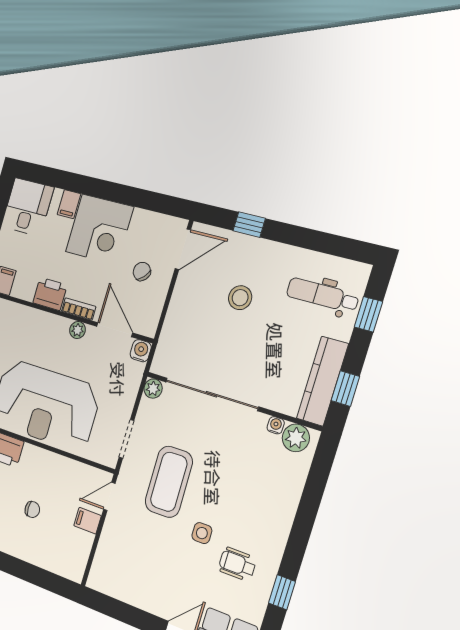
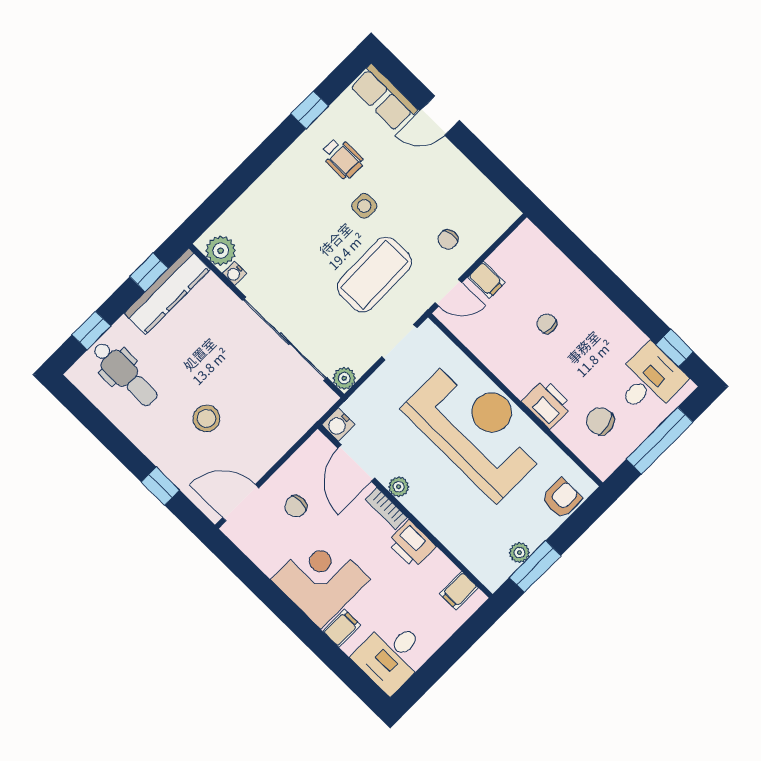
chair: (142, 271) -> (296, 506), turned 45
chair: (128, 538) -> (448, 239), added

